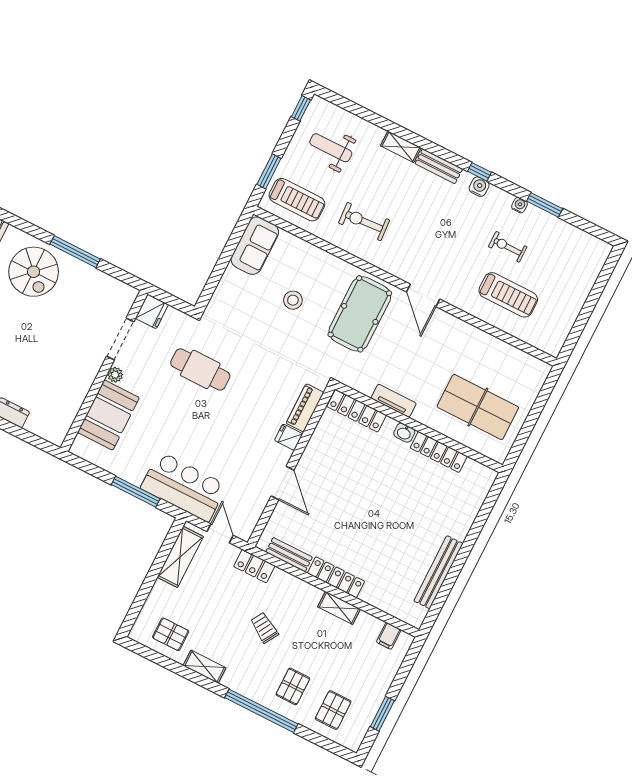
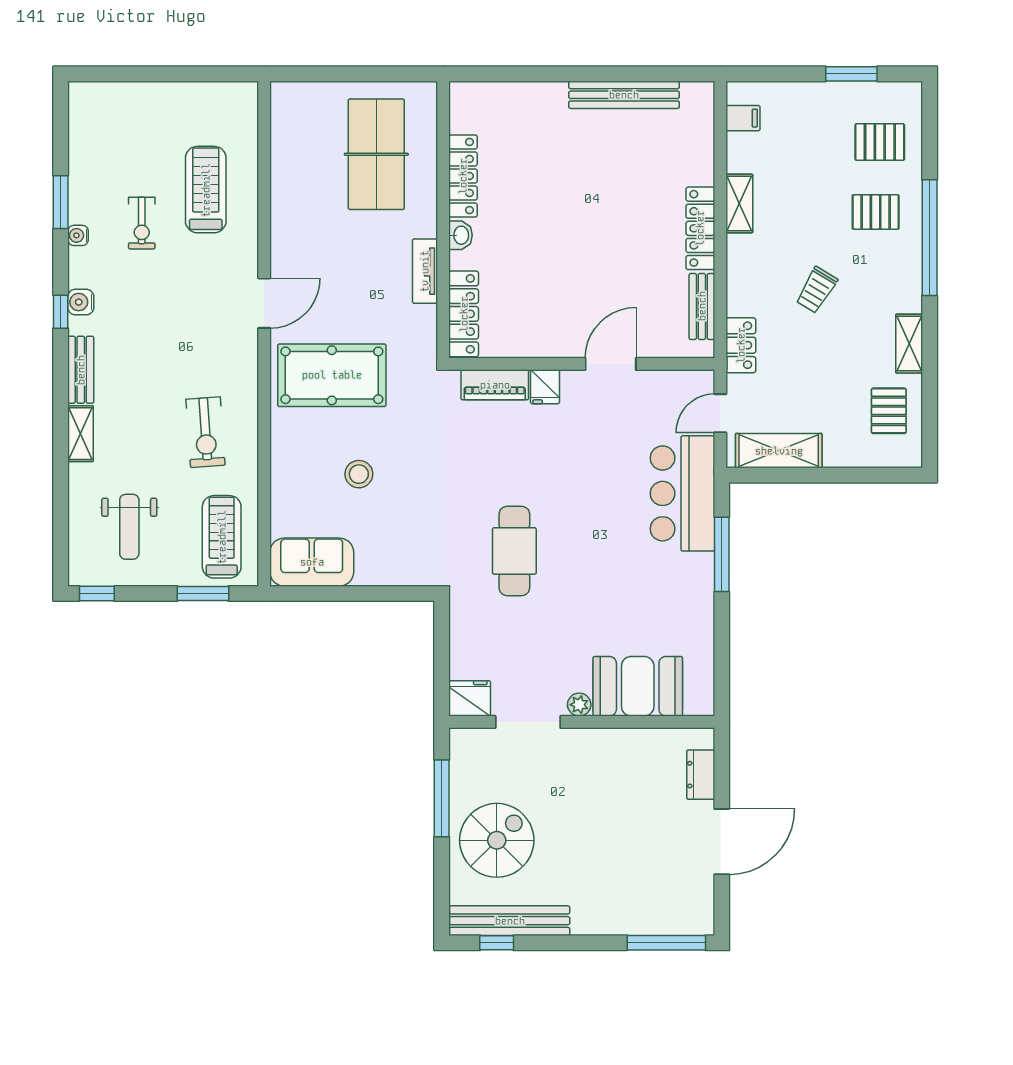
fridge: (152, 311) -> (470, 698), moved
doorway: (120, 339) -> (528, 722), moved
wall: (104, 371) -> (582, 722), moved
plant: (115, 375) -> (579, 705), moved
booth: (108, 415) -> (638, 686), moved

